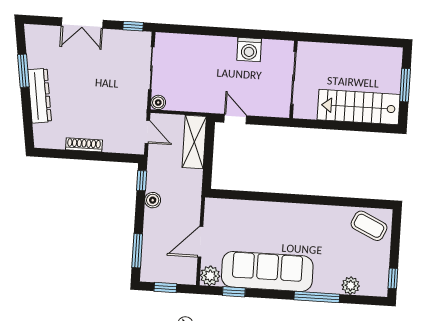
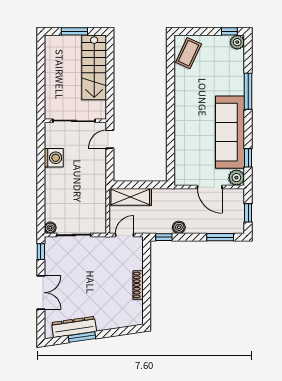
dresser: (40, 96) -> (74, 327), moved
boiler: (158, 102) -> (50, 228), moved
door: (235, 119) -> (110, 139), moved
plant: (351, 286) -> (237, 42), moved

